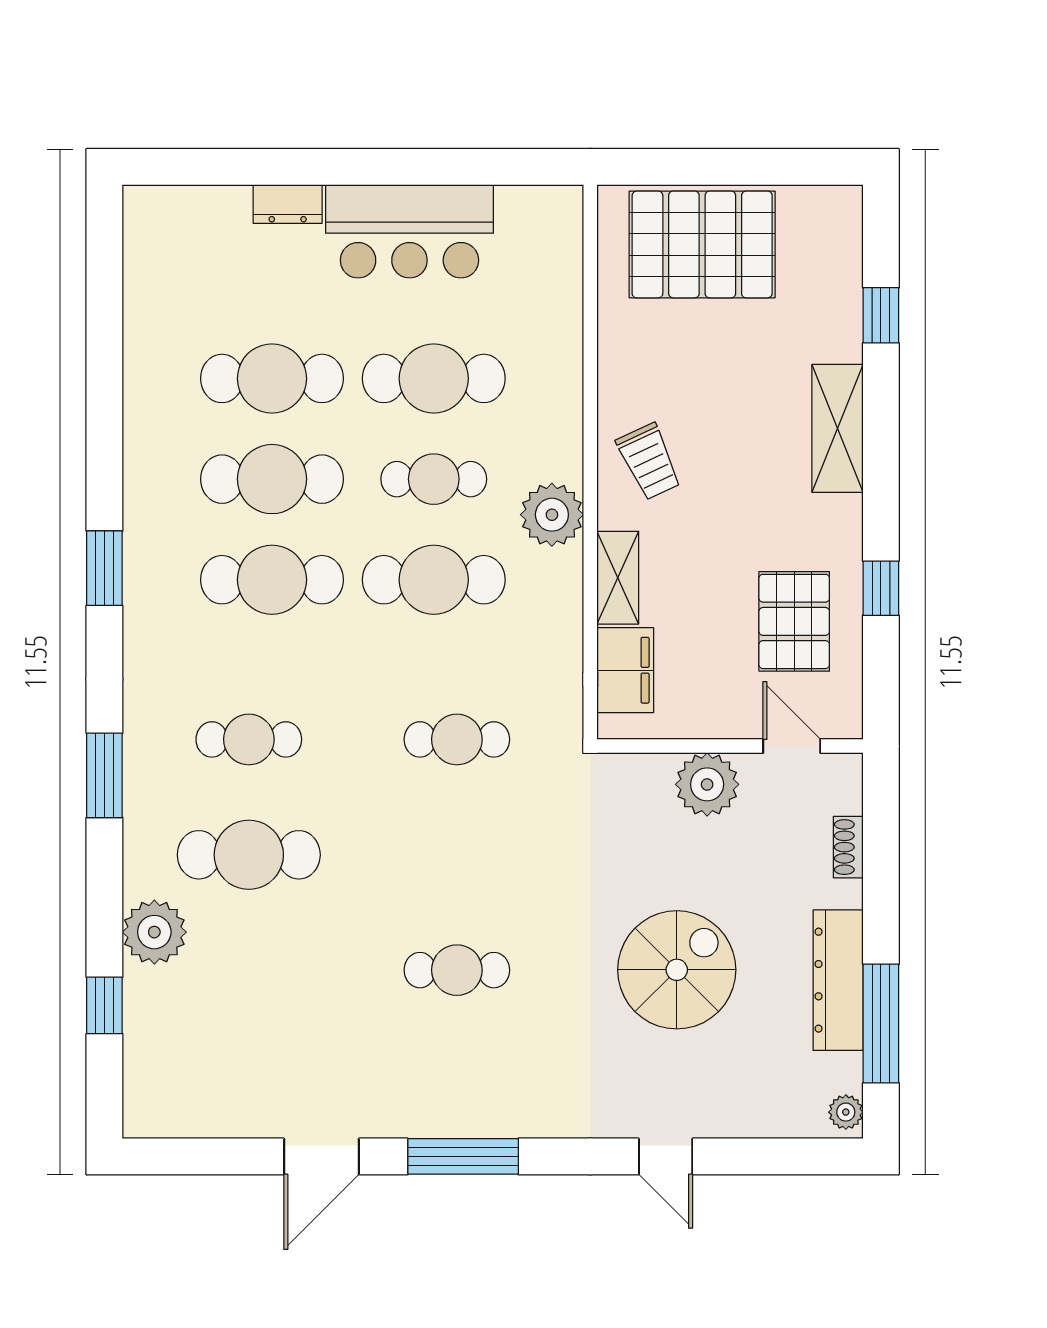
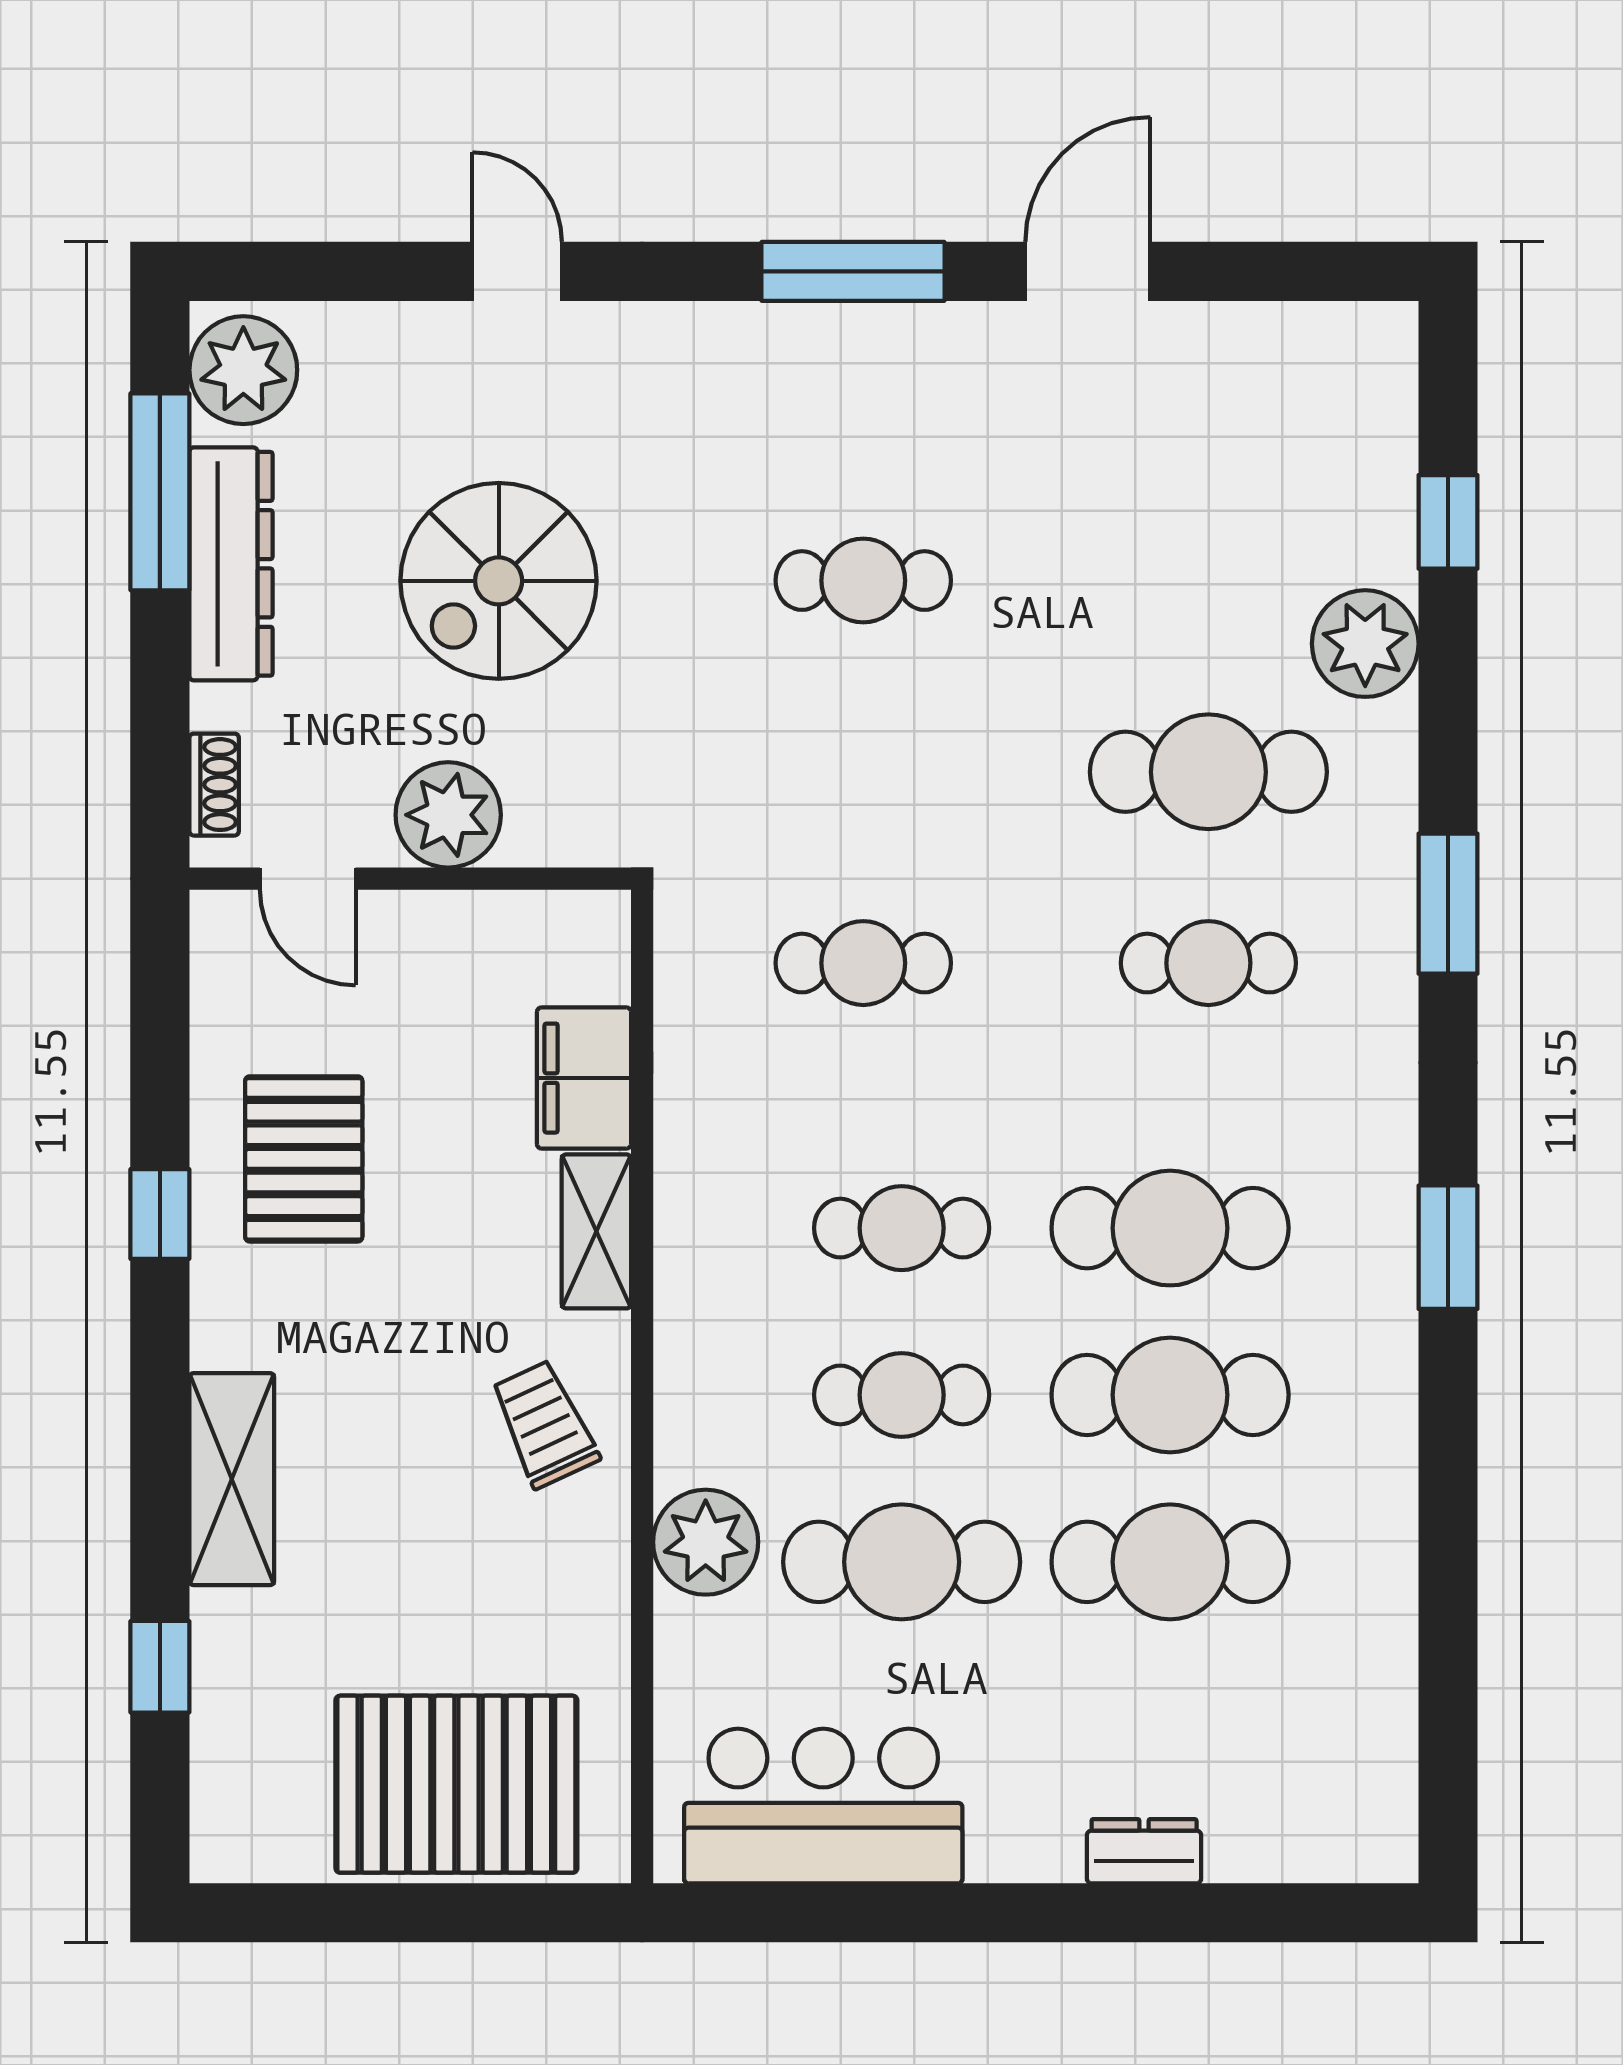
bar counter: (409, 231) -> (823, 1806), moved
plant: (552, 515) -> (706, 1542), moved
cafe table: (434, 580) -> (902, 1228), width x0.73, depth x0.74
wall: (730, 746) -> (410, 879), moved
door: (792, 746) -> (308, 879), moved
plant: (707, 784) -> (448, 815), moved
plant: (846, 1112) -> (243, 370), width x1.87, depth x1.87

